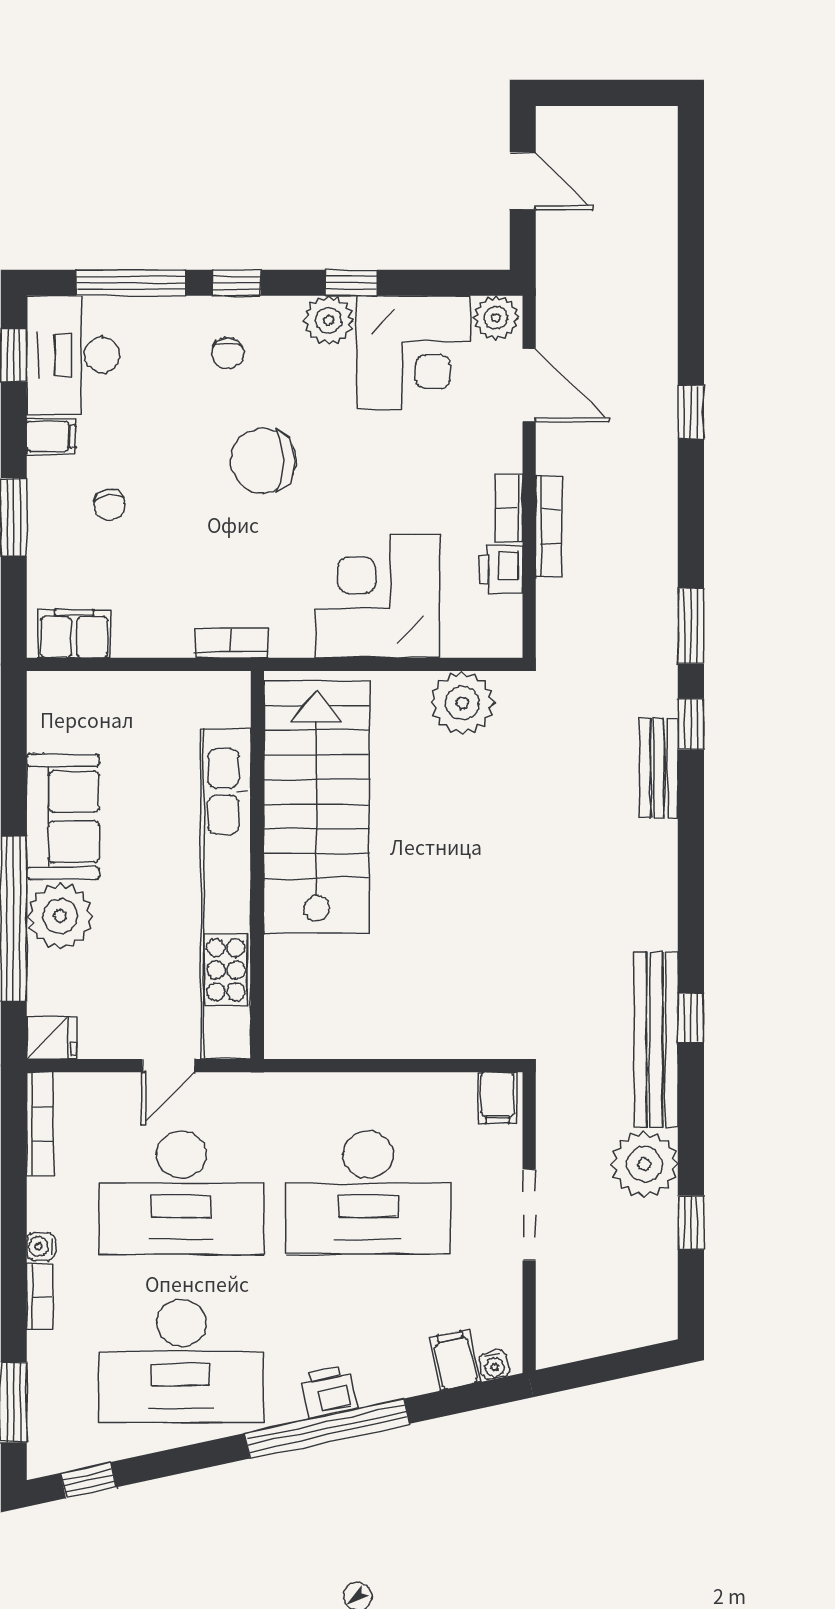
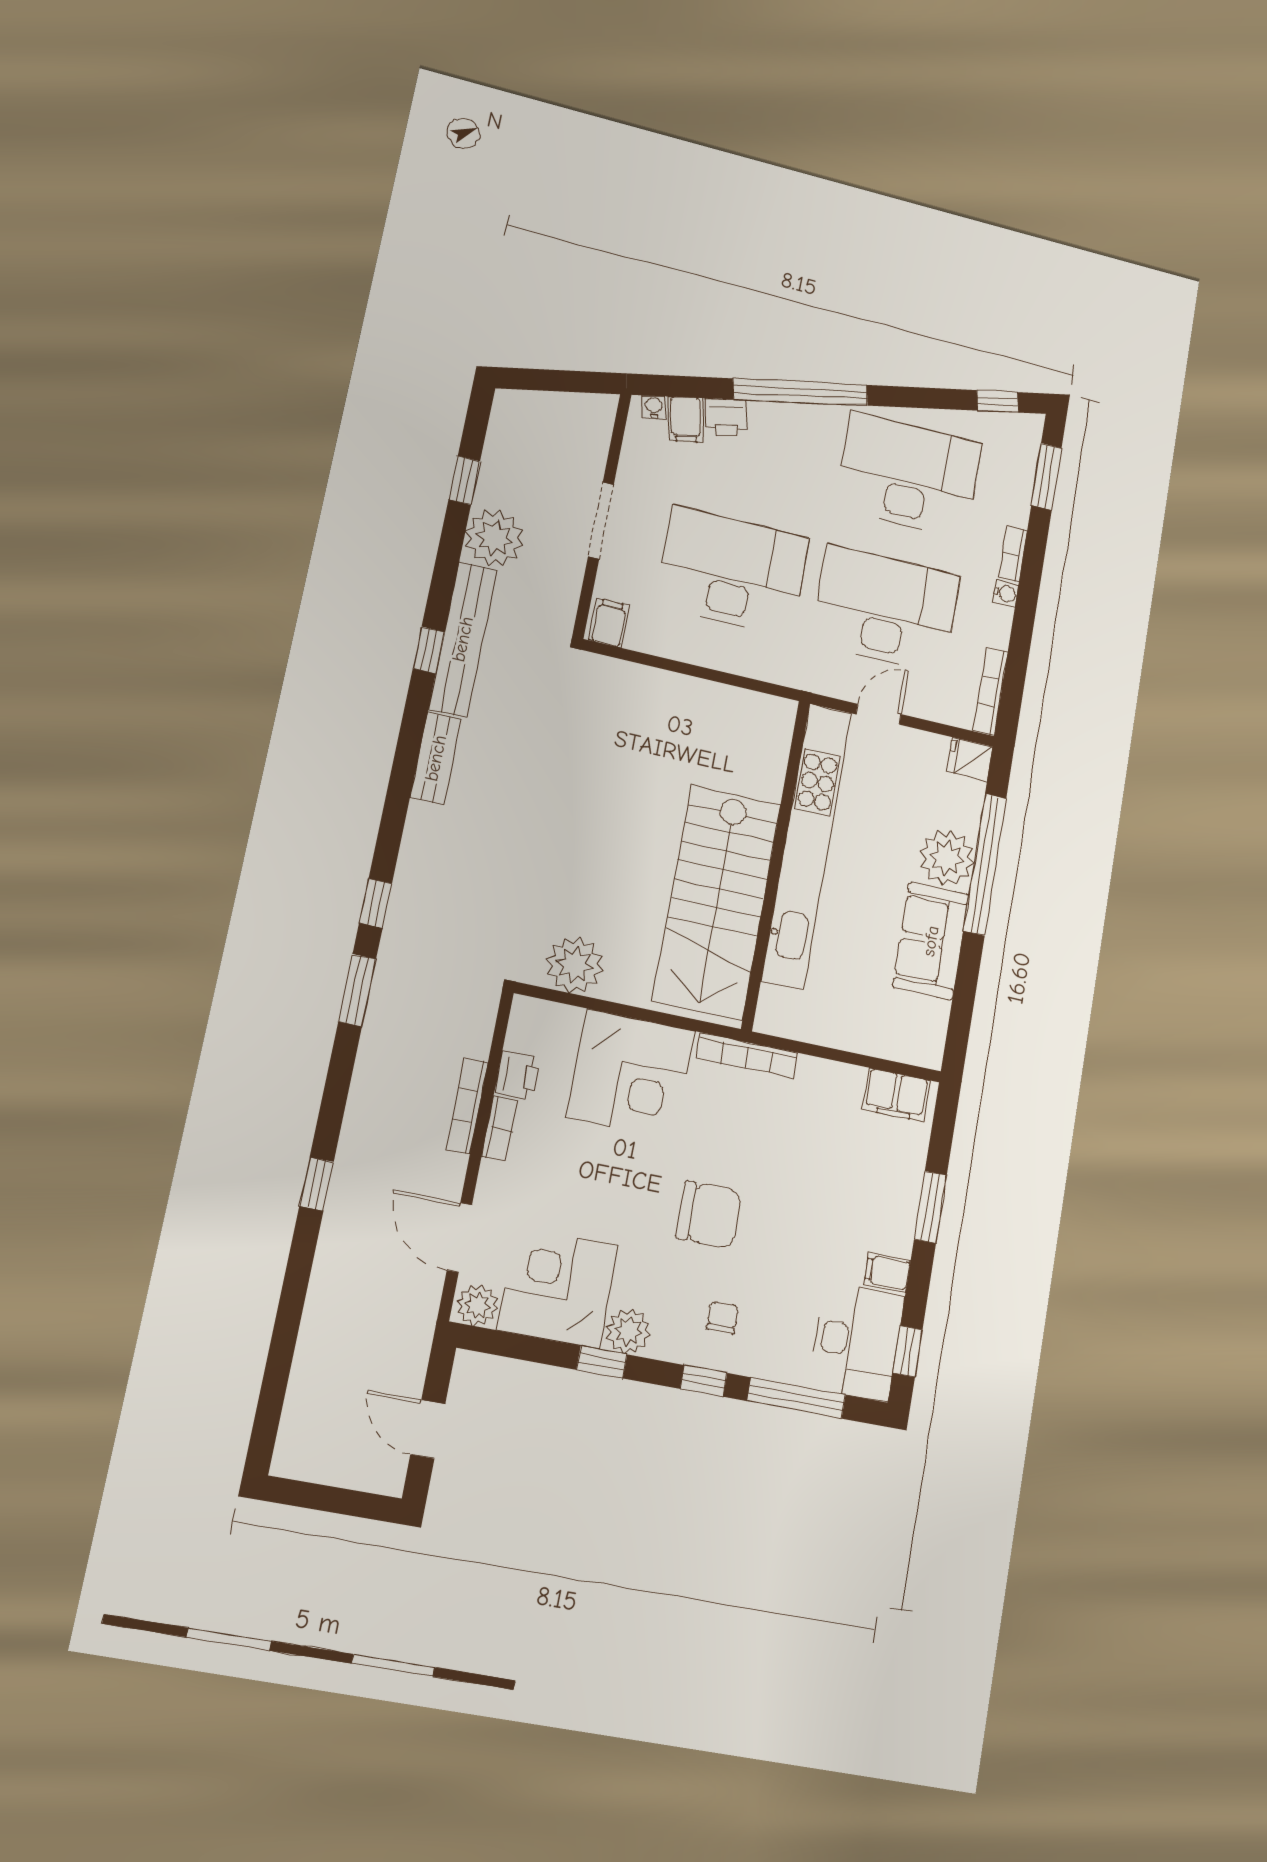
chair: (110, 505) -> (848, 1202), removed
bookcase: (231, 643) -> (747, 1055), width x1.56
bench: (659, 768) -> (436, 758), moved
printer: (328, 1392) -> (726, 417), moved

